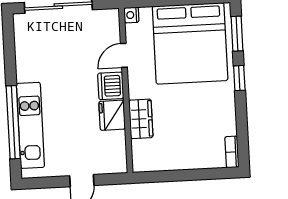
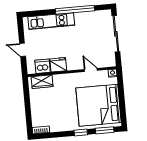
dishwasher: (111, 86) -> (43, 66), moved
wardrobe: (141, 119) -> (42, 82), moved
window: (13, 122) -> (75, 10), moved

